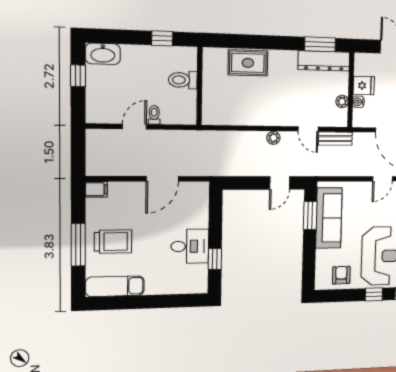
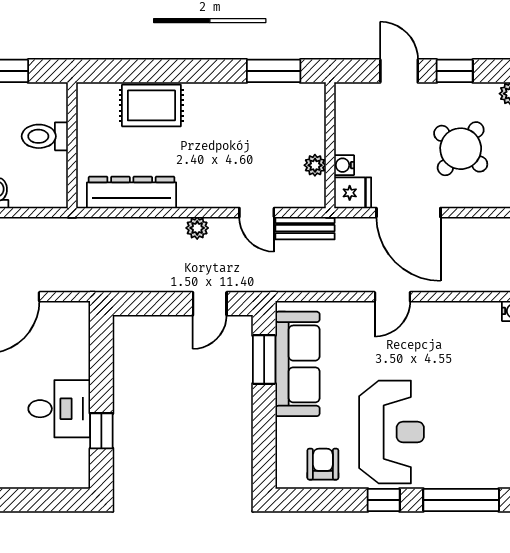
dresser: (324, 61) -> (132, 192), moved, turned 180
fridge: (364, 86) -> (353, 193), moved

